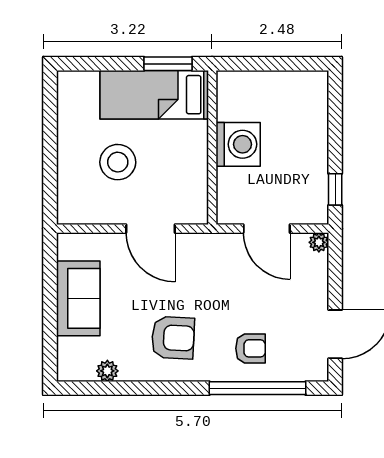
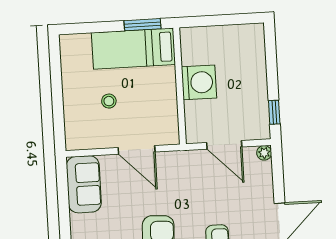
stool: (118, 162) -> (109, 101), width x0.53, depth x0.53
sofa: (78, 298) -> (84, 184), moved

